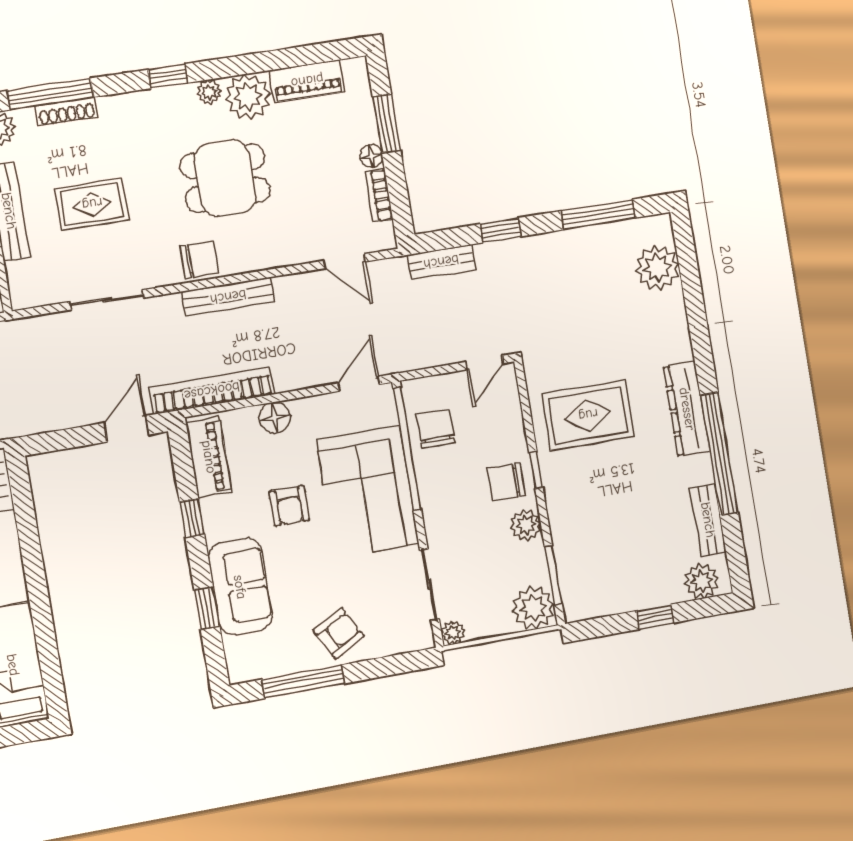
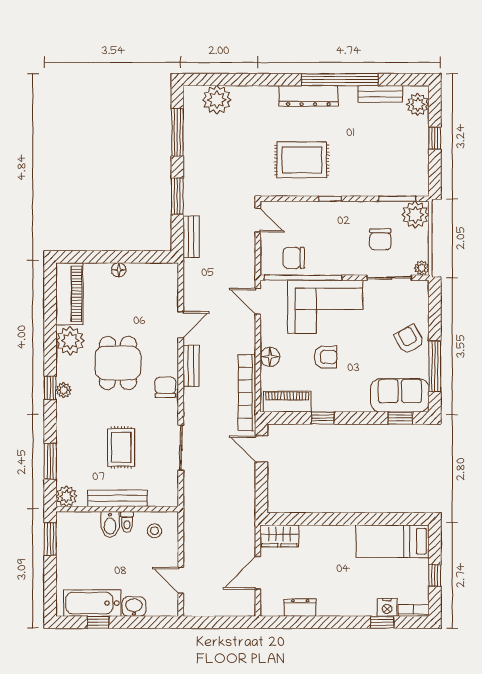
piano: (307, 81) -> (69, 294), width x1.37, depth x1.33
plant: (209, 92) -> (64, 390), moved
window: (51, 94) -> (50, 461), width x0.69
shoe rack: (66, 111) -> (62, 453), removed
window: (387, 123) -> (100, 257), removed
bookcase: (379, 195) -> (144, 269), removed
window: (501, 230) -> (177, 196), width x1.50
door: (345, 261) -> (181, 325), moved
bench: (228, 297) -> (191, 366), width x0.73
rug: (588, 415) -> (302, 160), turned 90
chair: (506, 482) -> (380, 239), moved
plant: (526, 525) -> (363, 211), removed
sofa: (240, 587) -> (400, 395), moved
window: (207, 608) -> (400, 418), moved

